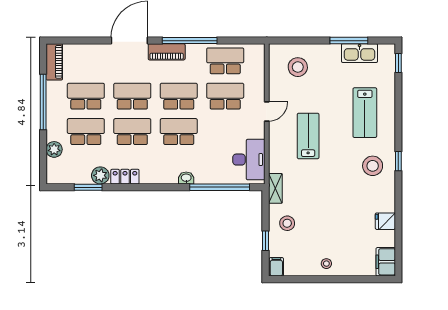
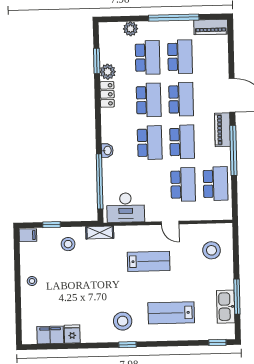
filing cabinet: (386, 262) -> (50, 335), moved

